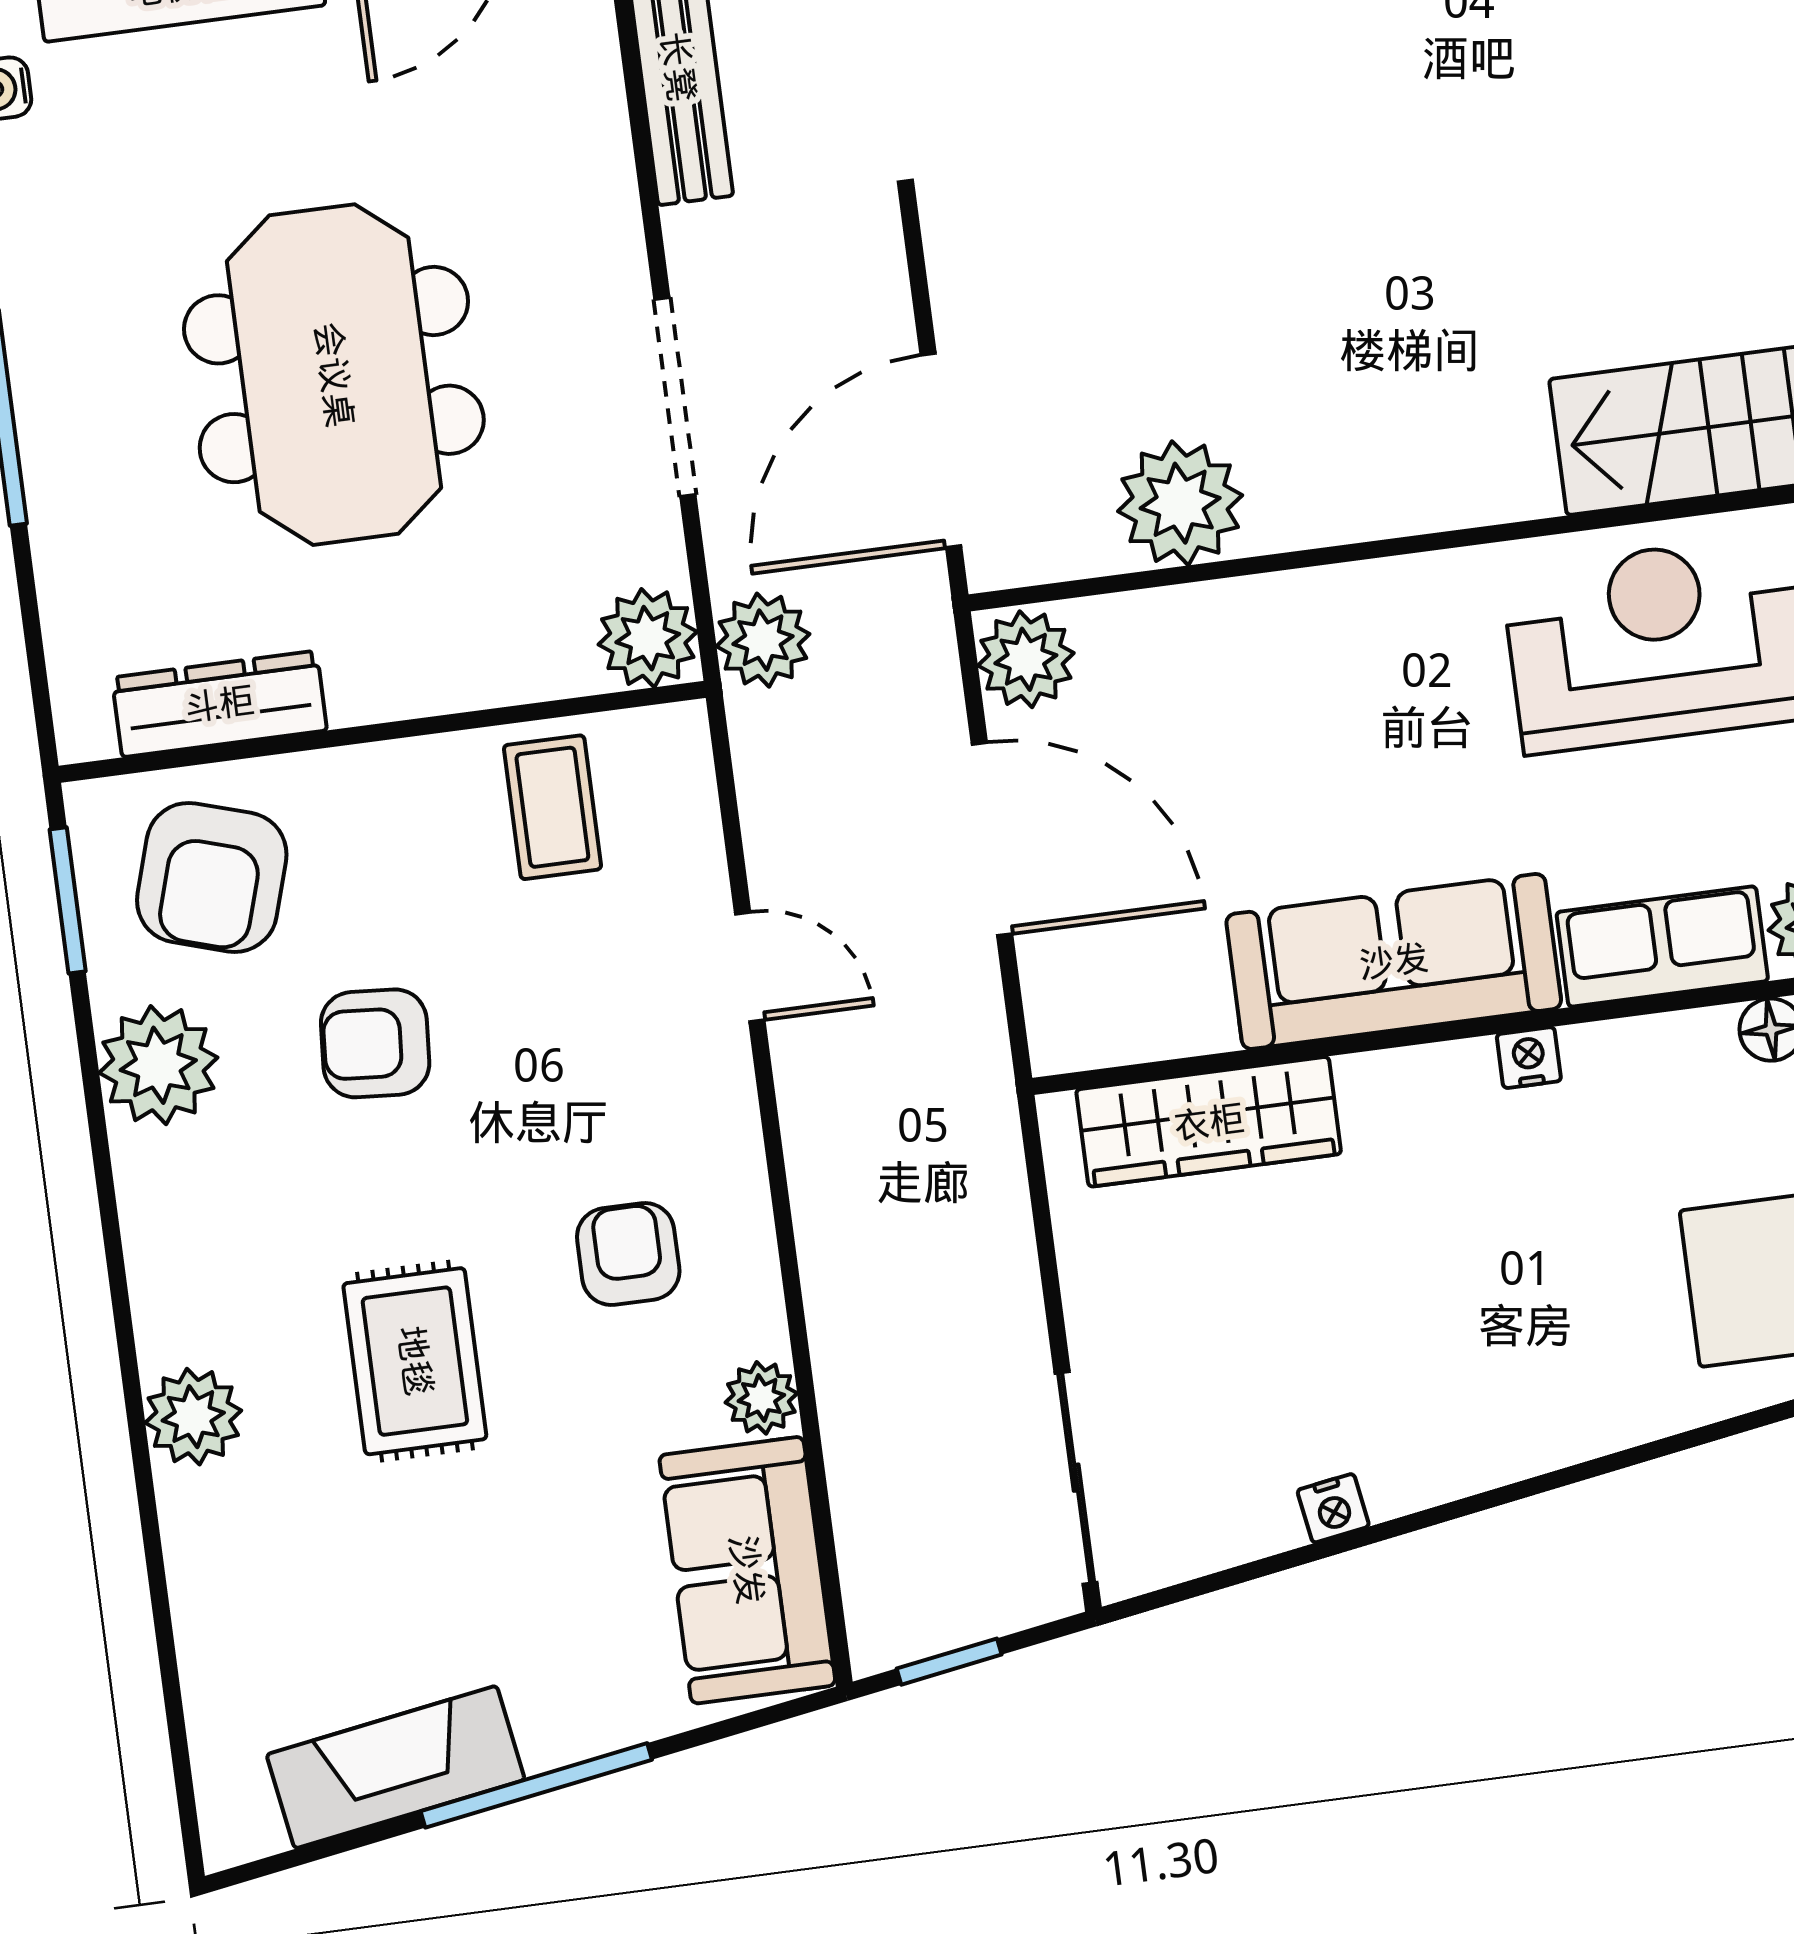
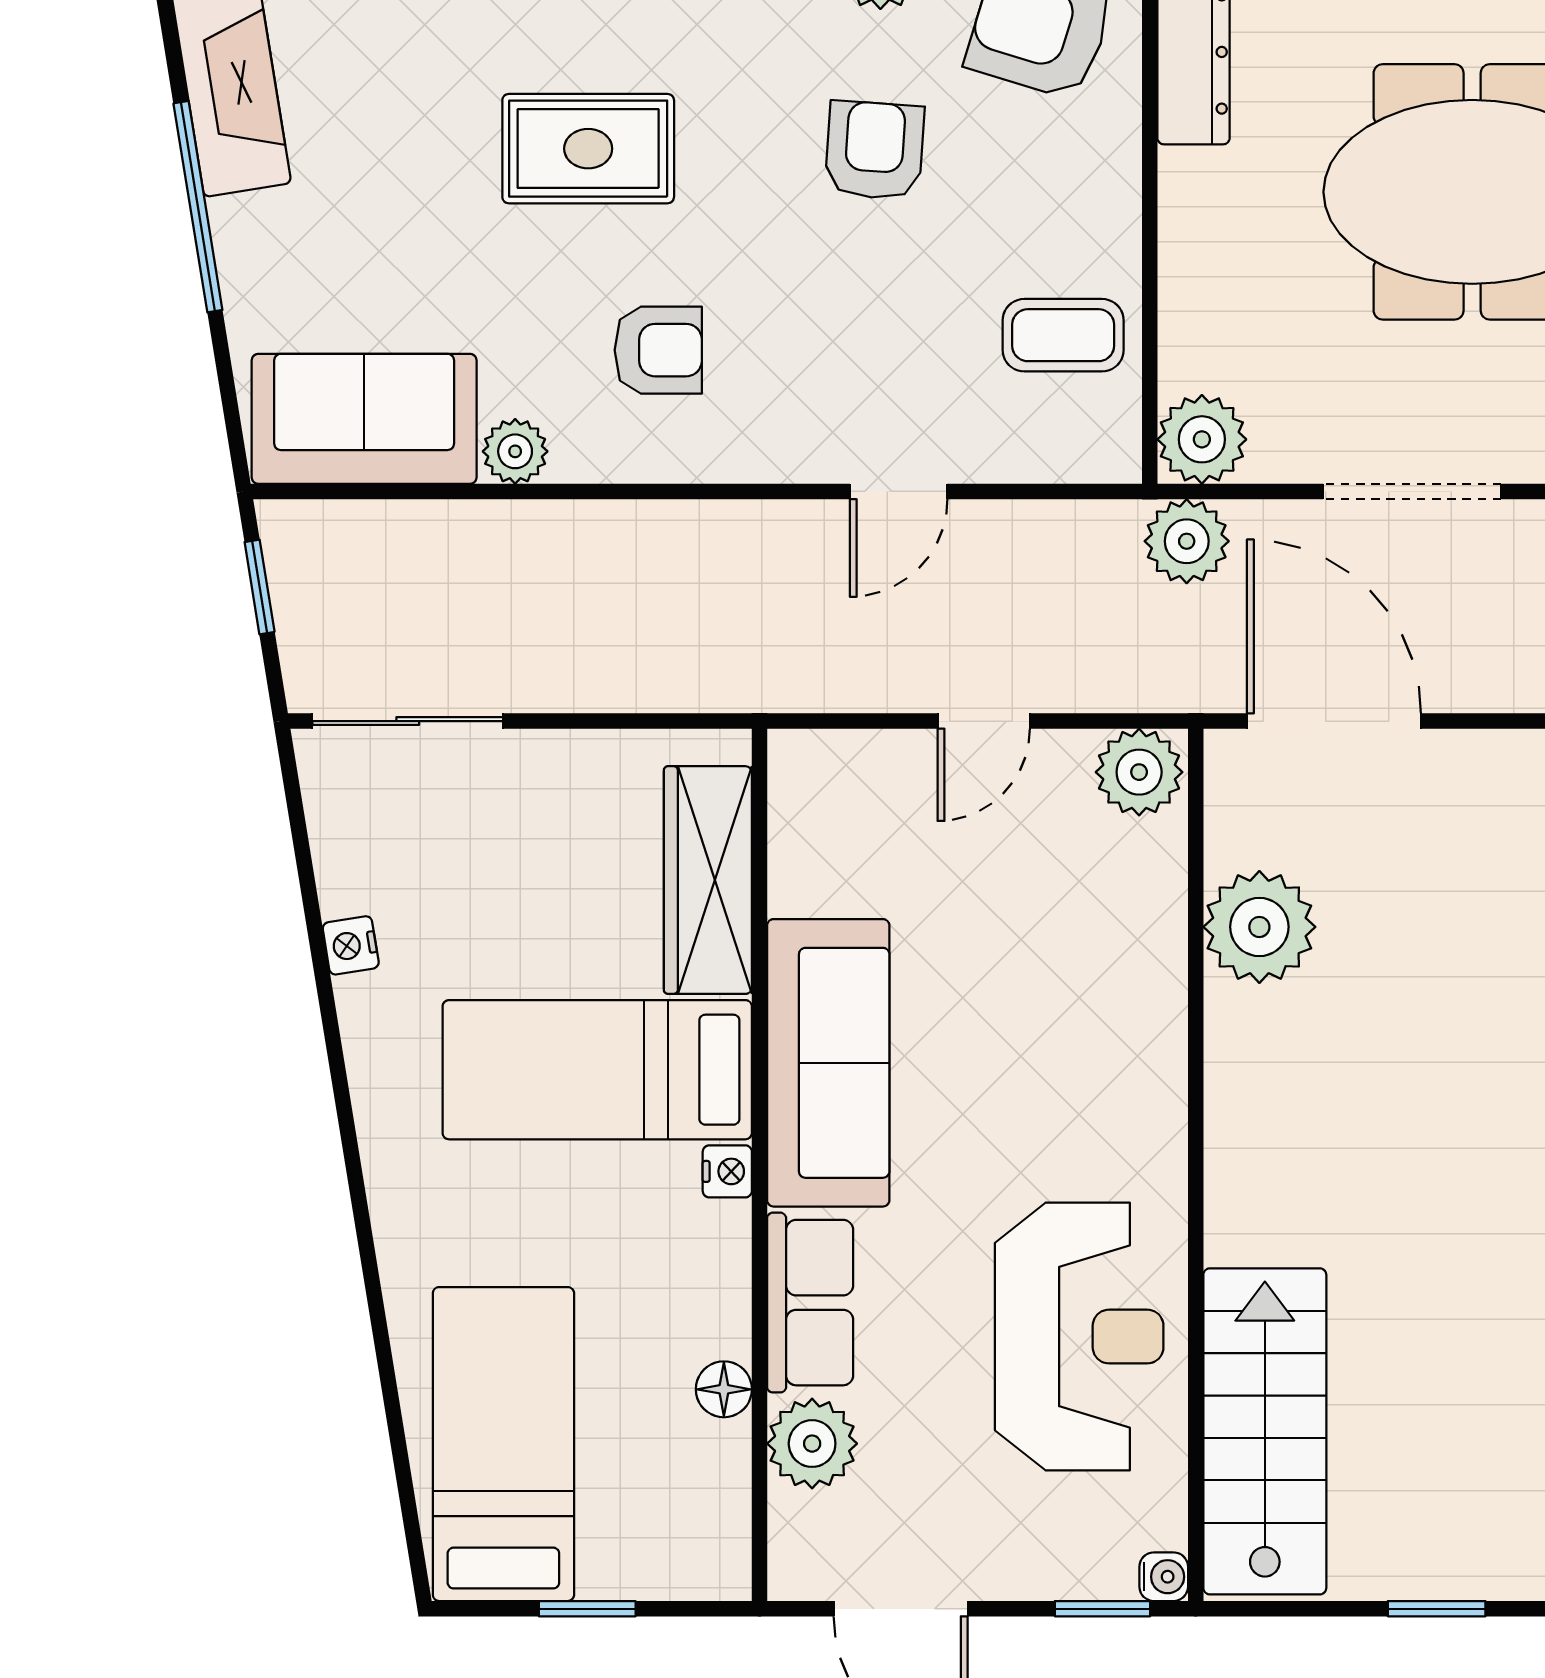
door: (992, 839) -> (984, 721), width x0.53
bed: (1435, 1217) -> (597, 1070), added

